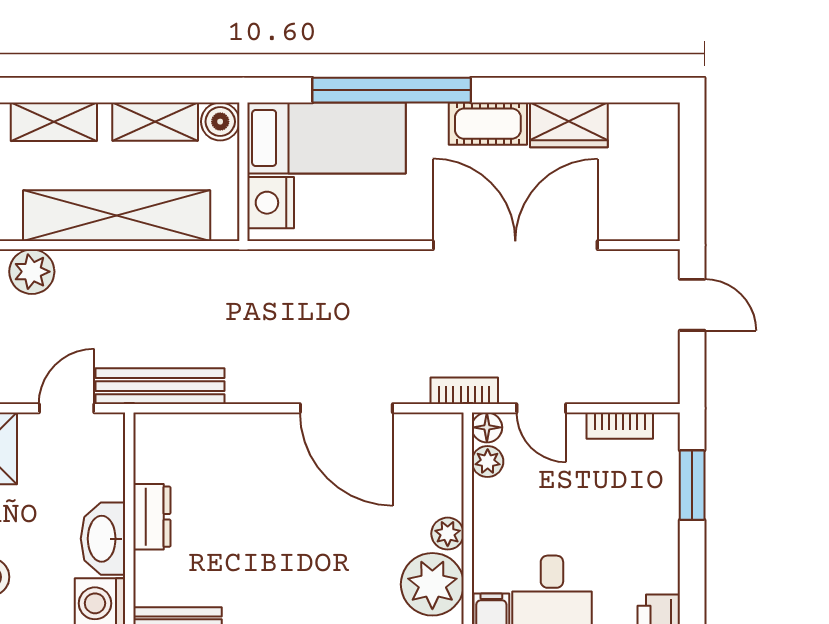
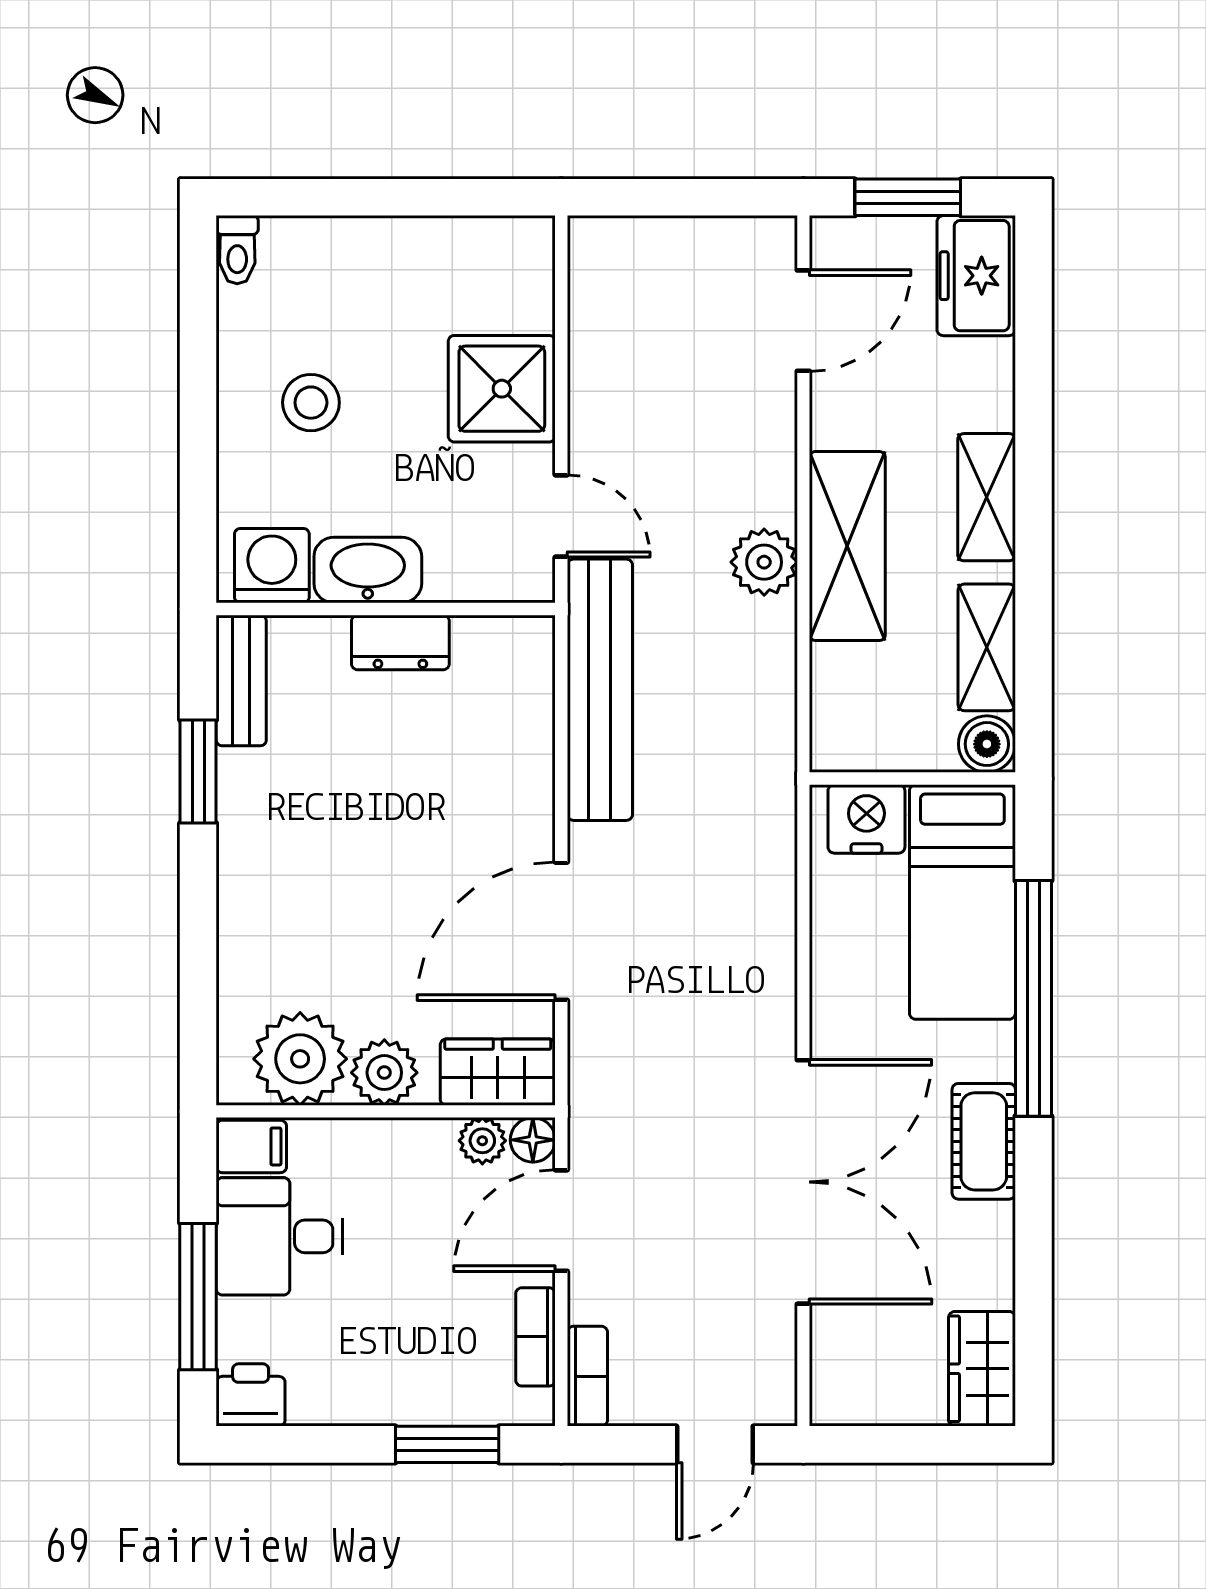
wardrobe: (569, 125) -> (982, 1369), moved
shelving: (117, 216) -> (847, 546), width x0.68
plant: (32, 272) -> (764, 562), moved
bench: (160, 386) -> (600, 690), width x1.37, depth x1.21
bookcase: (464, 391) -> (587, 1376), moved
door: (541, 408) -> (561, 1221), width x1.37
wardrobe: (441, 451) -> (498, 1072), added
plant: (448, 534) -> (384, 1073), width x1.38, depth x1.38

